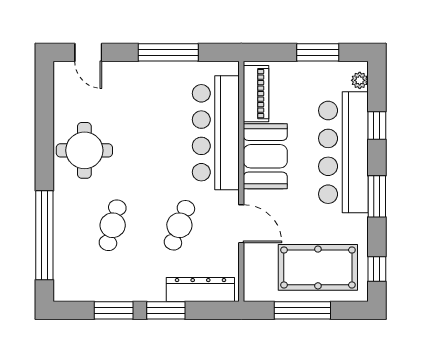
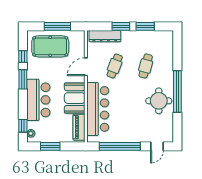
door: (88, 52) -> (157, 146), swing flipped
window: (168, 52) -> (120, 146), width x1.46
window: (377, 126) -> (23, 126), moved
bar counter: (343, 152) -> (38, 100), width x0.73
door: (241, 224) -> (86, 67), hinge flipped
window: (44, 235) -> (177, 91), moved
window: (377, 269) -> (23, 56), moved

